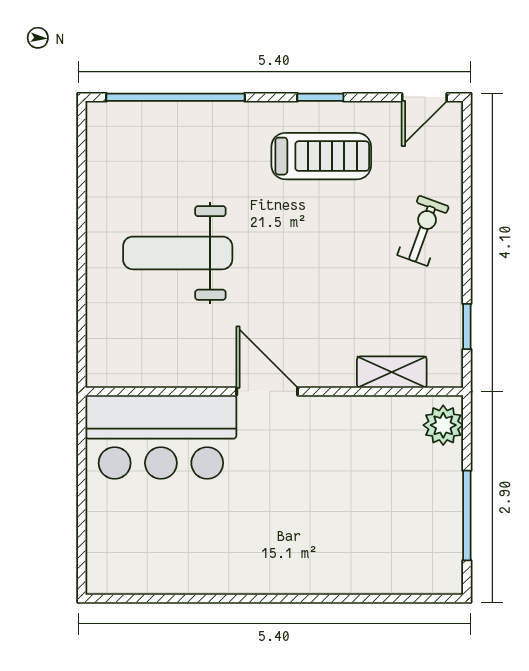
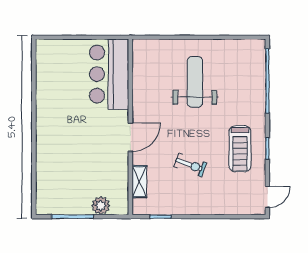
door: (424, 97) -> (267, 197), swing flipped
exercise bike: (423, 231) -> (190, 165), moved
door: (267, 391) -> (130, 137), moved
plant: (443, 425) -> (101, 206), moved

